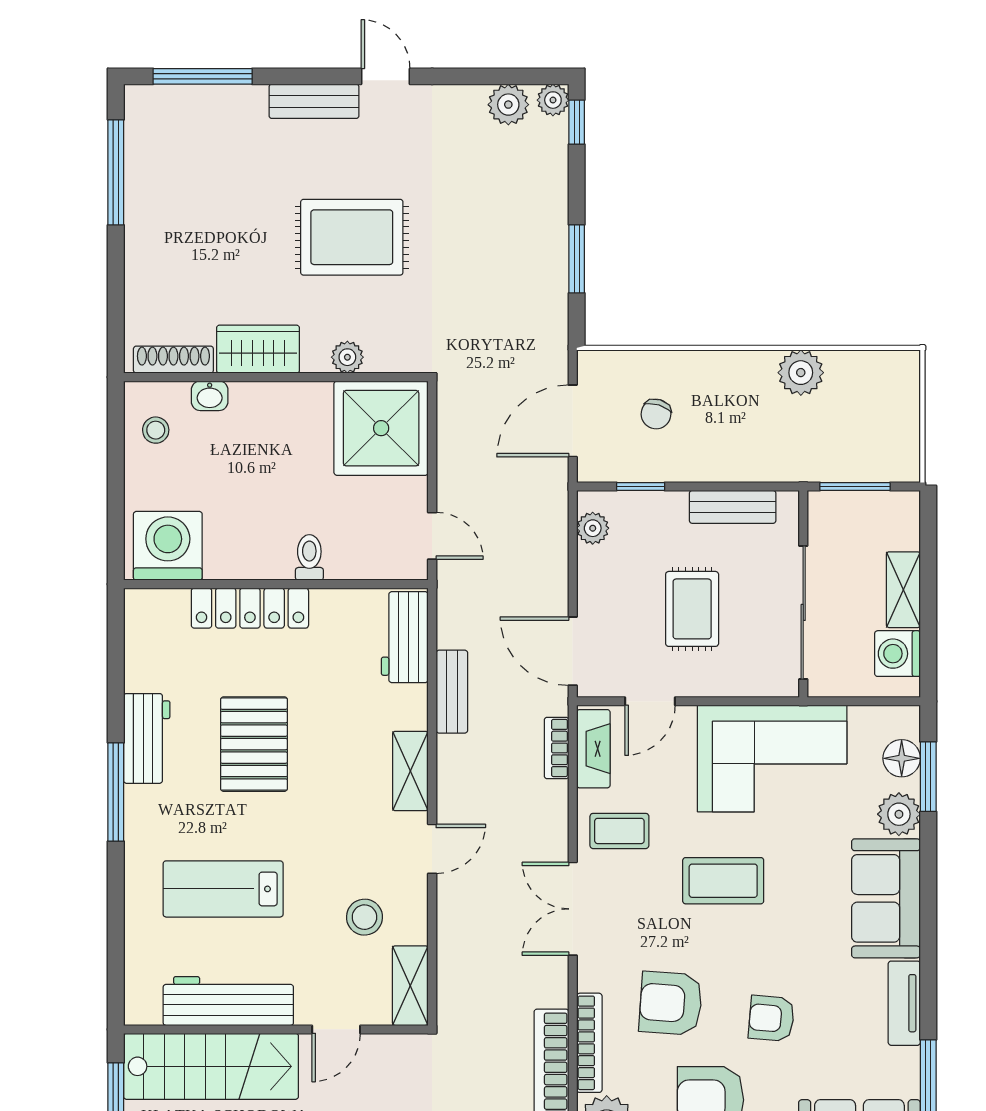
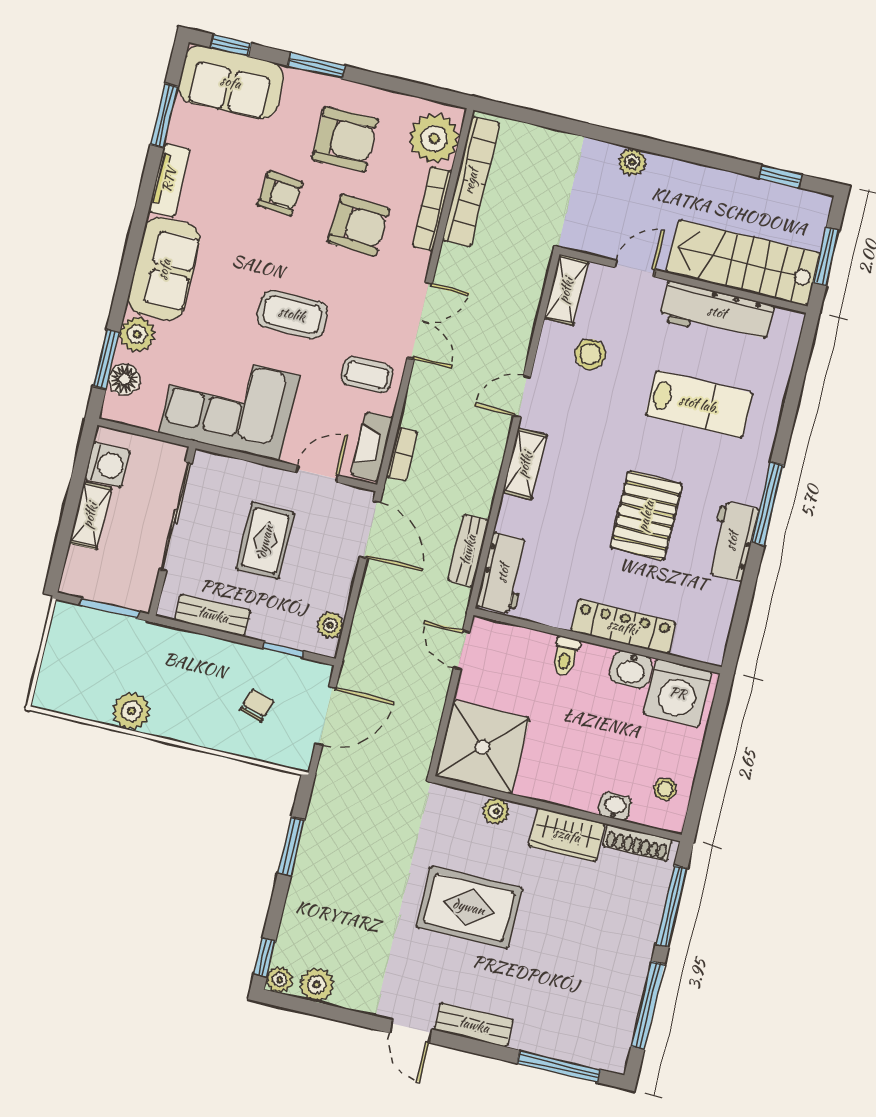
window: (116, 295) -> (671, 906), added
washbasin: (229, 560) -> (631, 669), added
bench: (452, 692) -> (468, 550), moved

